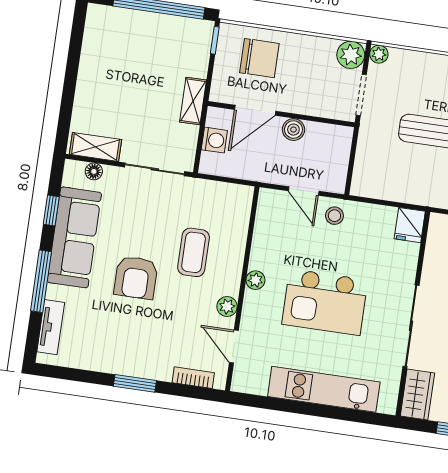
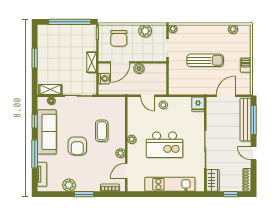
plant: (351, 55) -> (145, 31), moved
chair: (259, 58) -> (119, 38), turned 90
window: (71, 74) -> (35, 58), added
door: (234, 346) -> (126, 171), hinge flipped
plant: (106, 359) -> (69, 185), added

